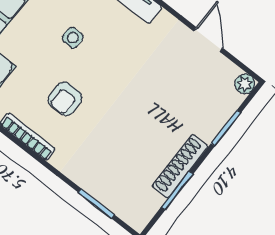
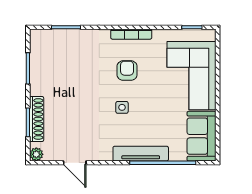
side table: (73, 38) -> (122, 107), moved
shoe rack: (180, 166) -> (37, 119), moved

